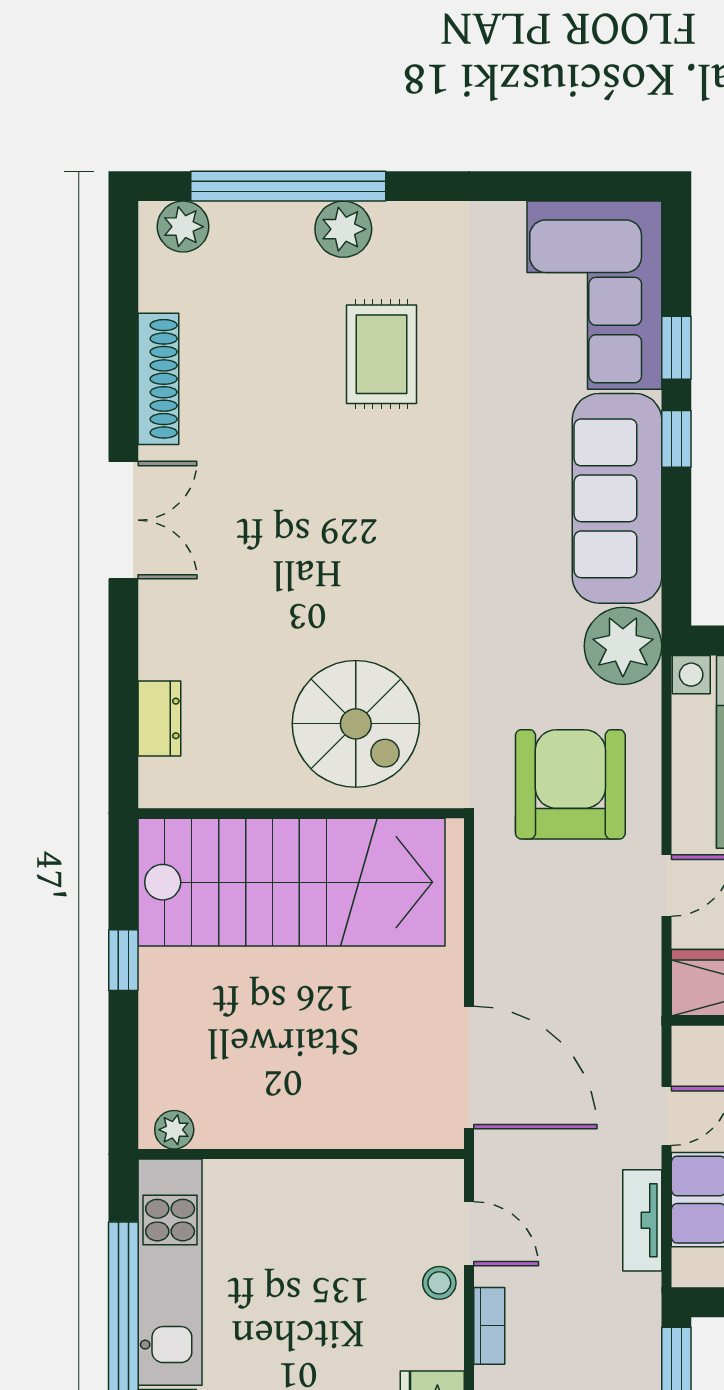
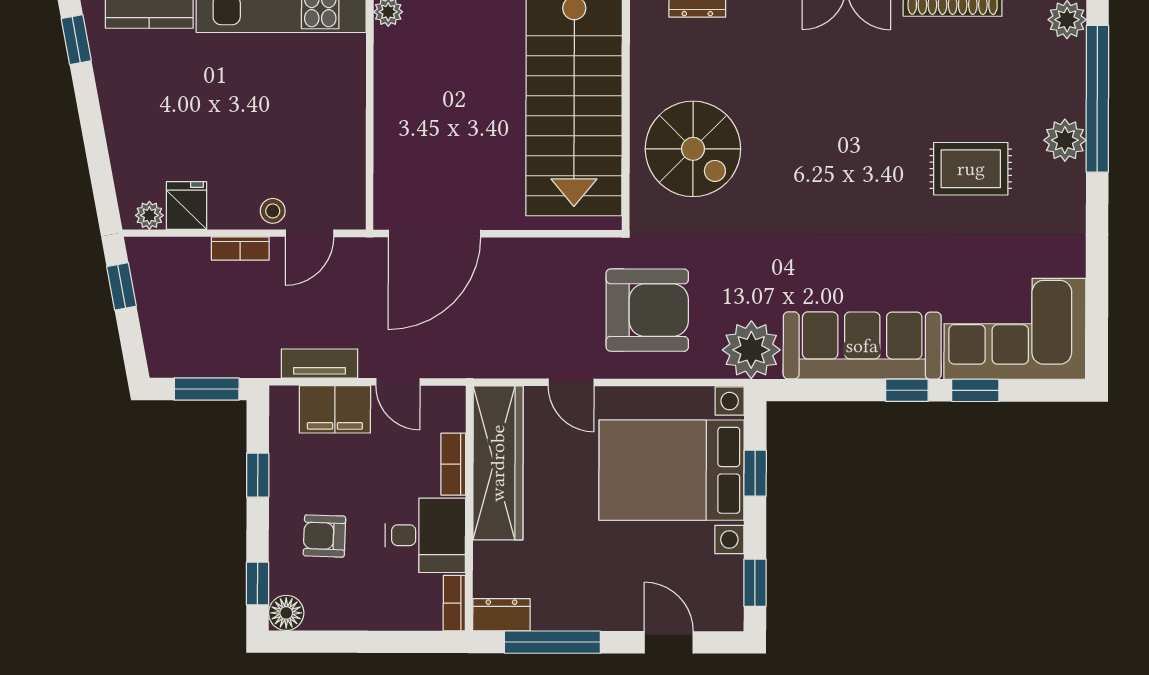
spiral stairs: (356, 724) -> (693, 149), turned -90

